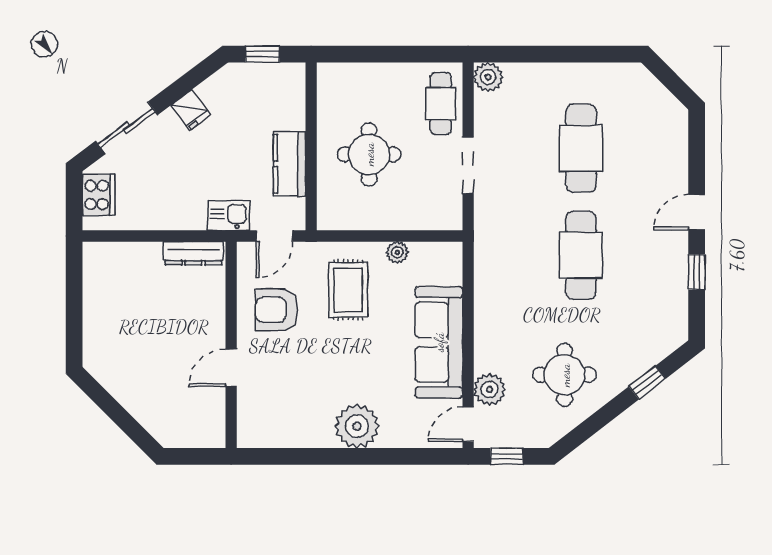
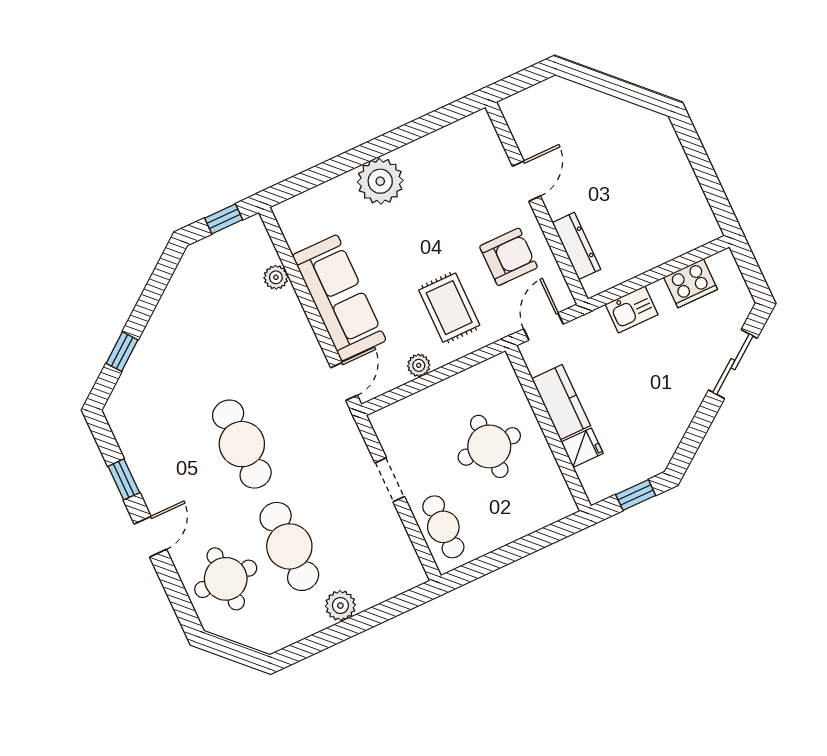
plant: (488, 77) -> (340, 606), moved
fridge: (191, 110) -> (582, 448), moved, turned 127
doorway: (468, 166) -> (390, 480), width x0.73
cooker: (99, 195) -> (691, 283), moved, turned -90
kitchen sink: (229, 215) -> (632, 309), moved
dresser: (193, 253) -> (576, 246), moved, turned 90
round table: (565, 375) -> (226, 579), moved
plant: (489, 389) -> (276, 277), width x0.73, depth x0.73
door: (468, 424) -> (344, 381), moved

